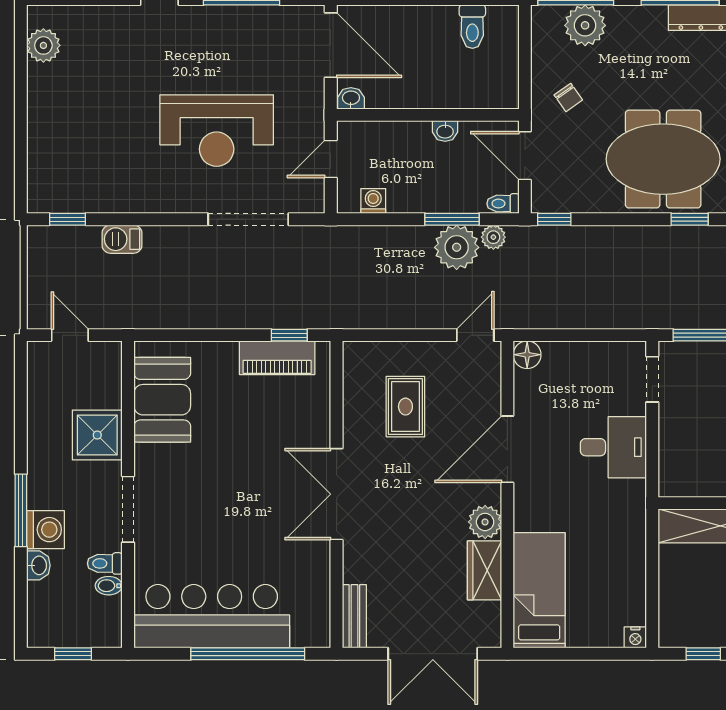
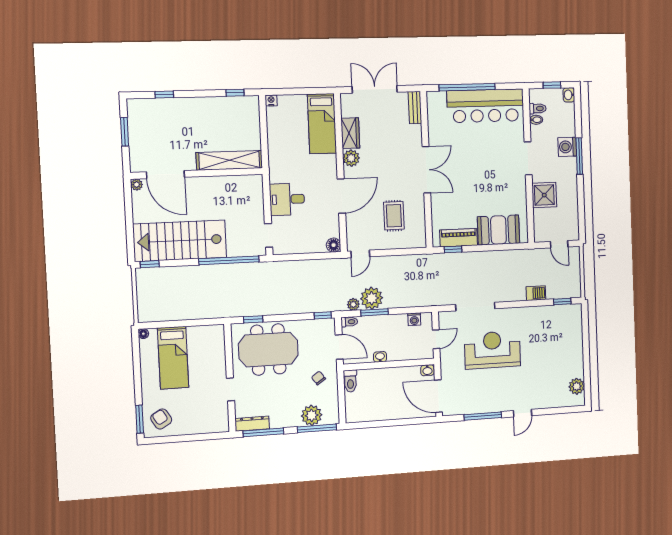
toilet: (472, 27) -> (350, 381), moved, turned 180
booth: (162, 400) -> (498, 230), moved, turned 90
toilet: (105, 563) -> (538, 109), moved
washbasin: (38, 565) -> (569, 95), moved

